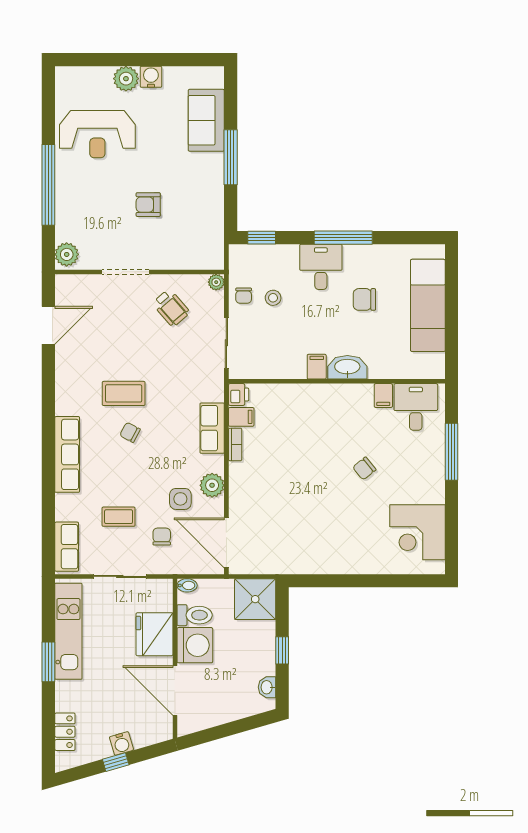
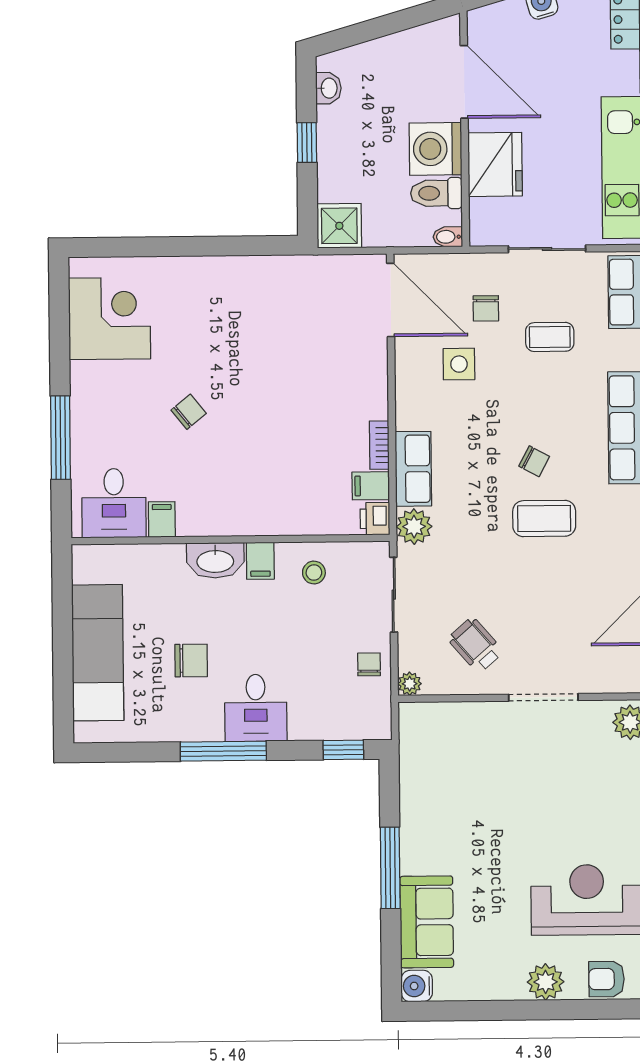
water cooler: (151, 77) -> (417, 986), moved, turned 90
armchair: (148, 205) -> (606, 979), moved, turned 180
stool: (273, 298) -> (314, 572), moved
plant: (212, 485) -> (414, 527), moved
shower: (255, 599) -> (339, 226), width x0.73, depth x0.73

